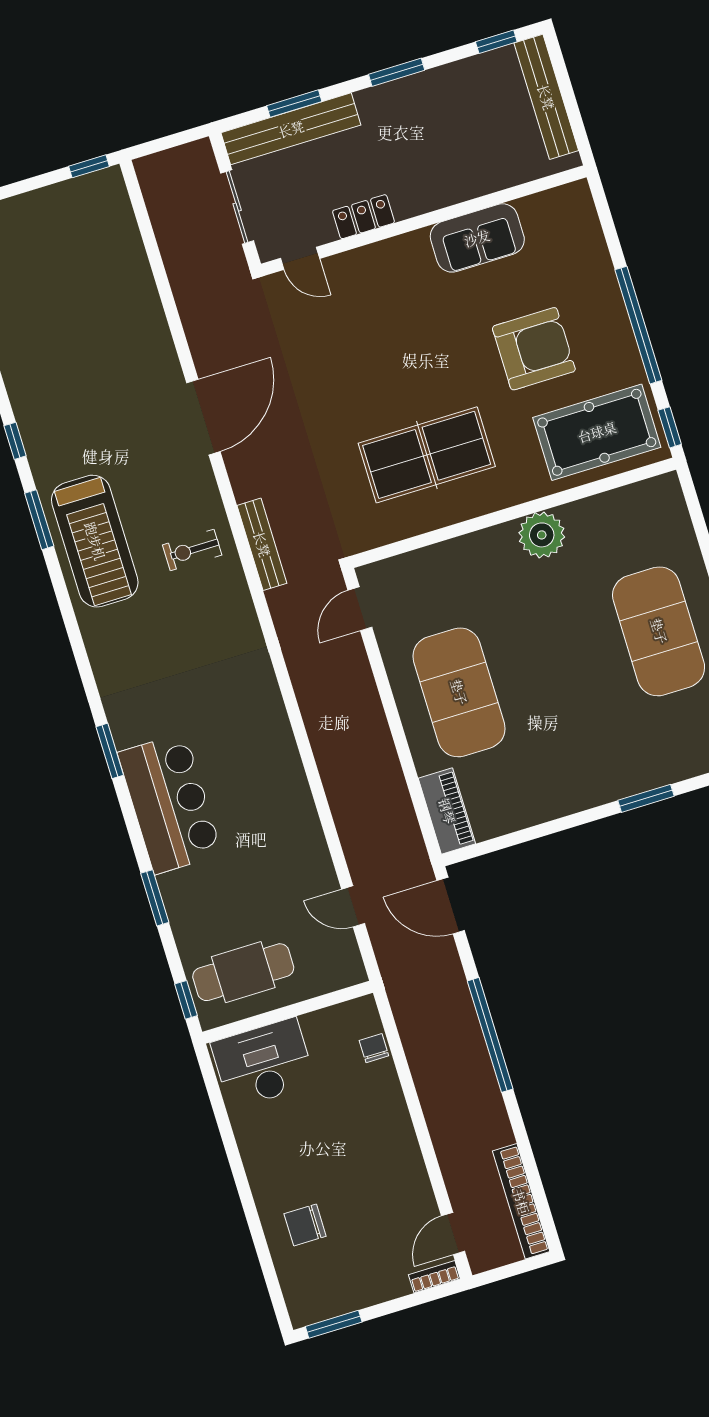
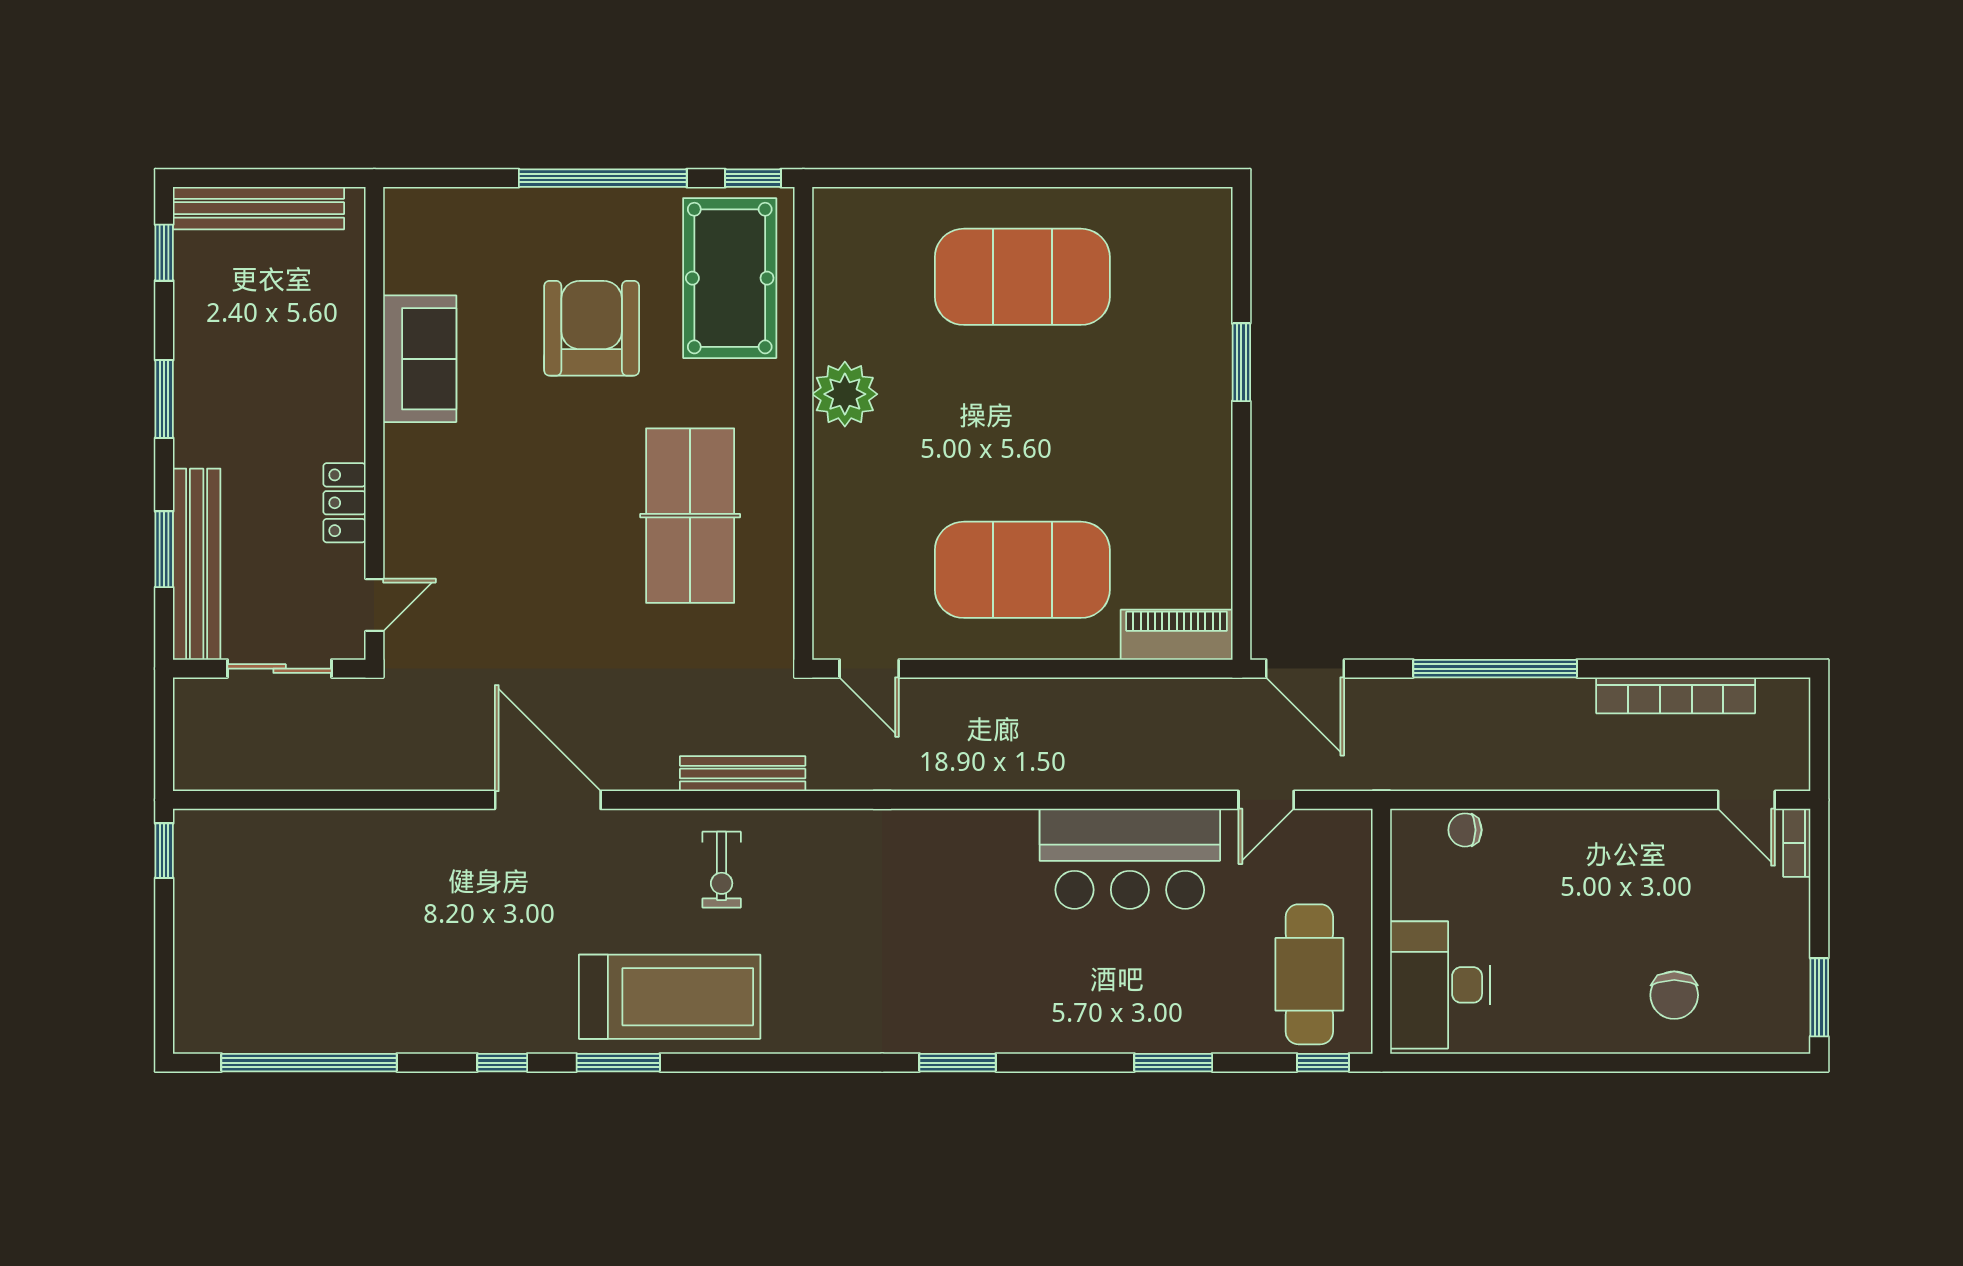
bar counter: (170, 803) -> (1130, 859), moved, turned 180
door: (451, 906) -> (1305, 669), hinge flipped
bookcase: (521, 1201) -> (1676, 695), moved

